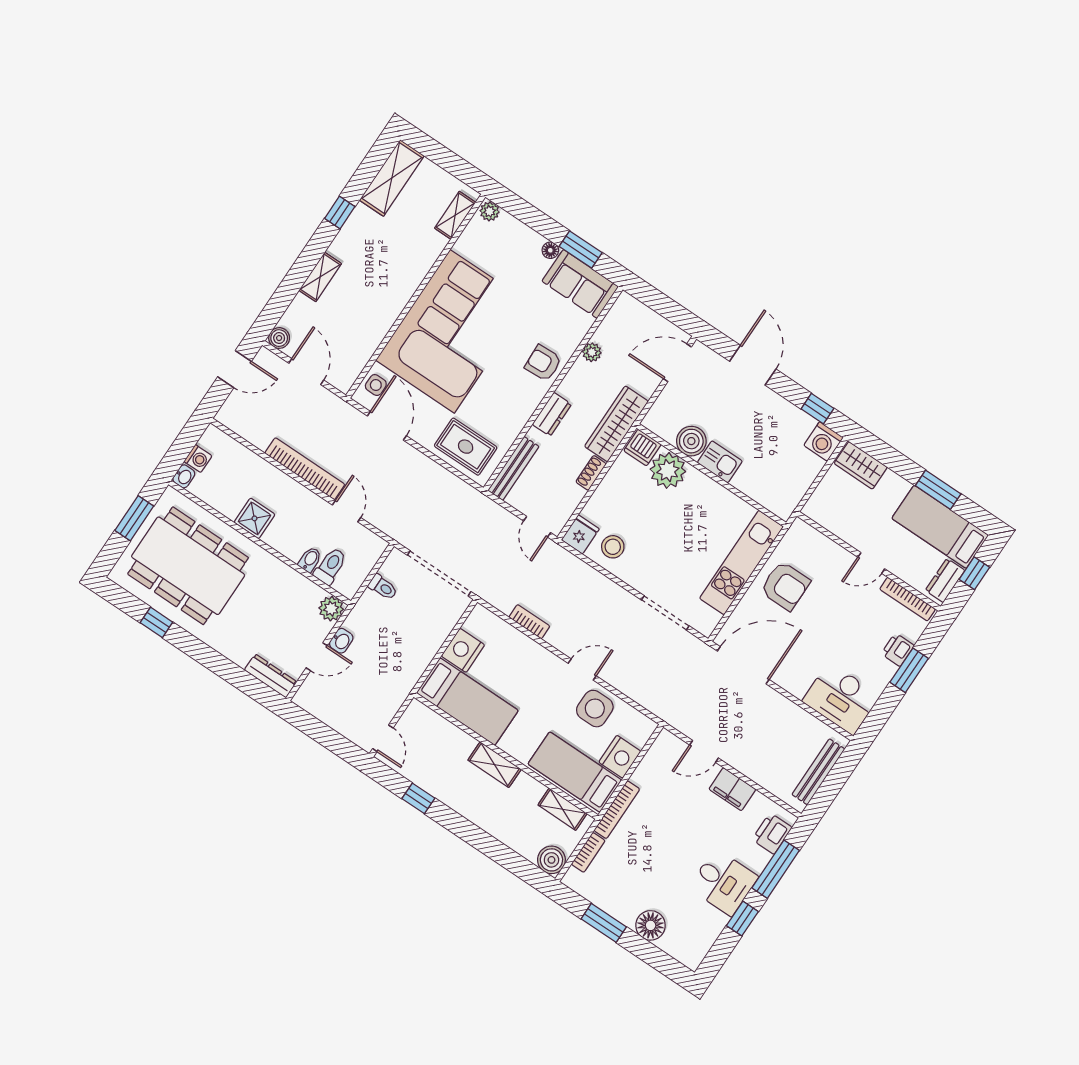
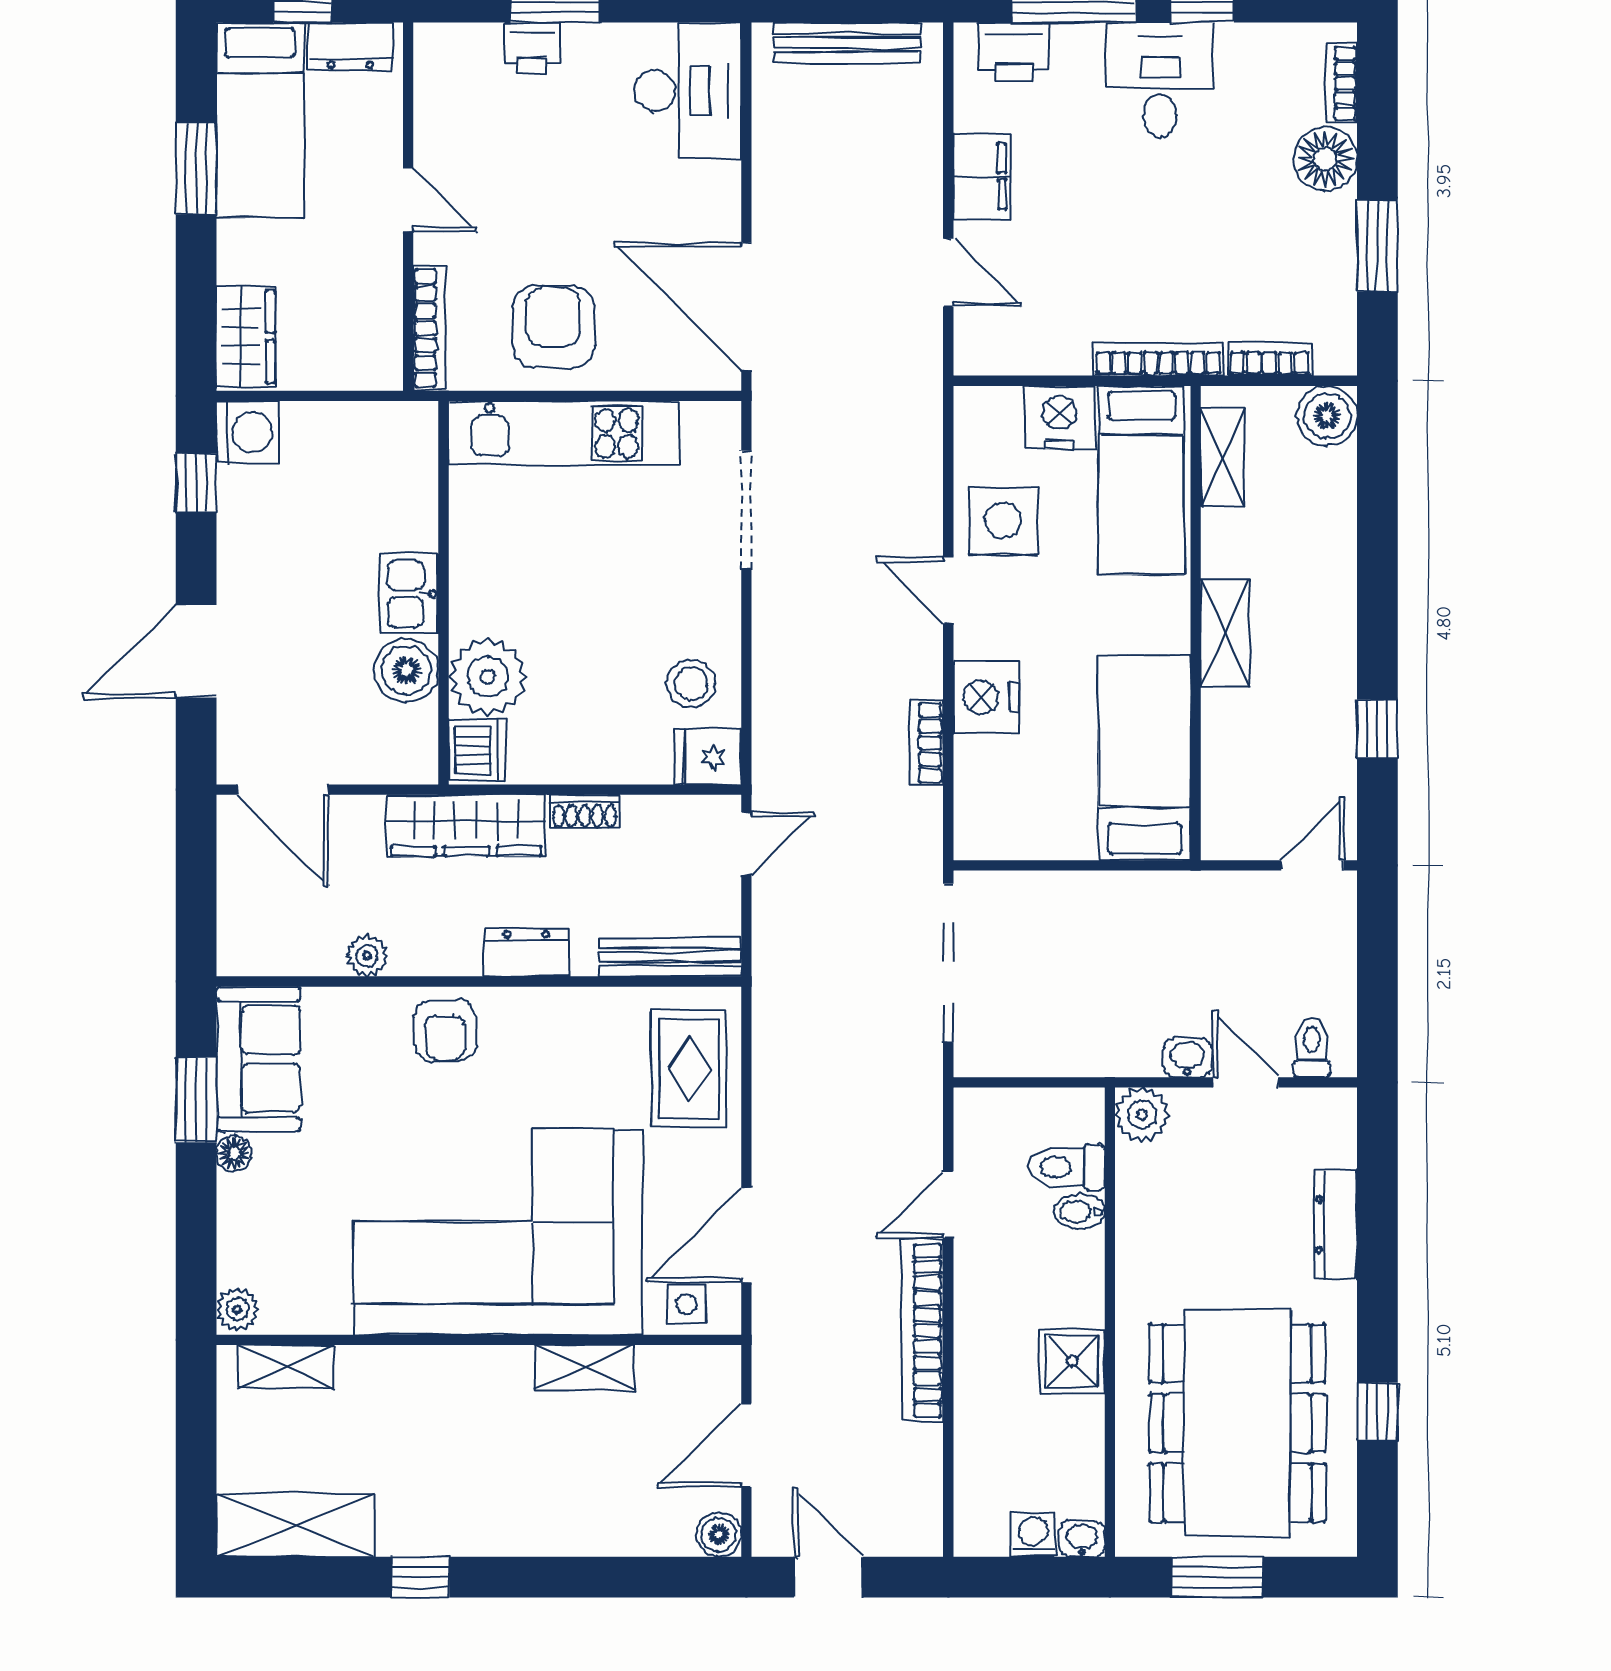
shelving: (320, 277) -> (584, 1367), moved
toilet: (383, 587) -> (1312, 1048), moved
bookcase: (908, 599) -> (429, 328), moved
nightstand: (463, 650) -> (986, 697), moved, turned 90
dresser: (271, 676) -> (1336, 1224), moved
bookcase: (675, 951) -> (1341, 84), added

